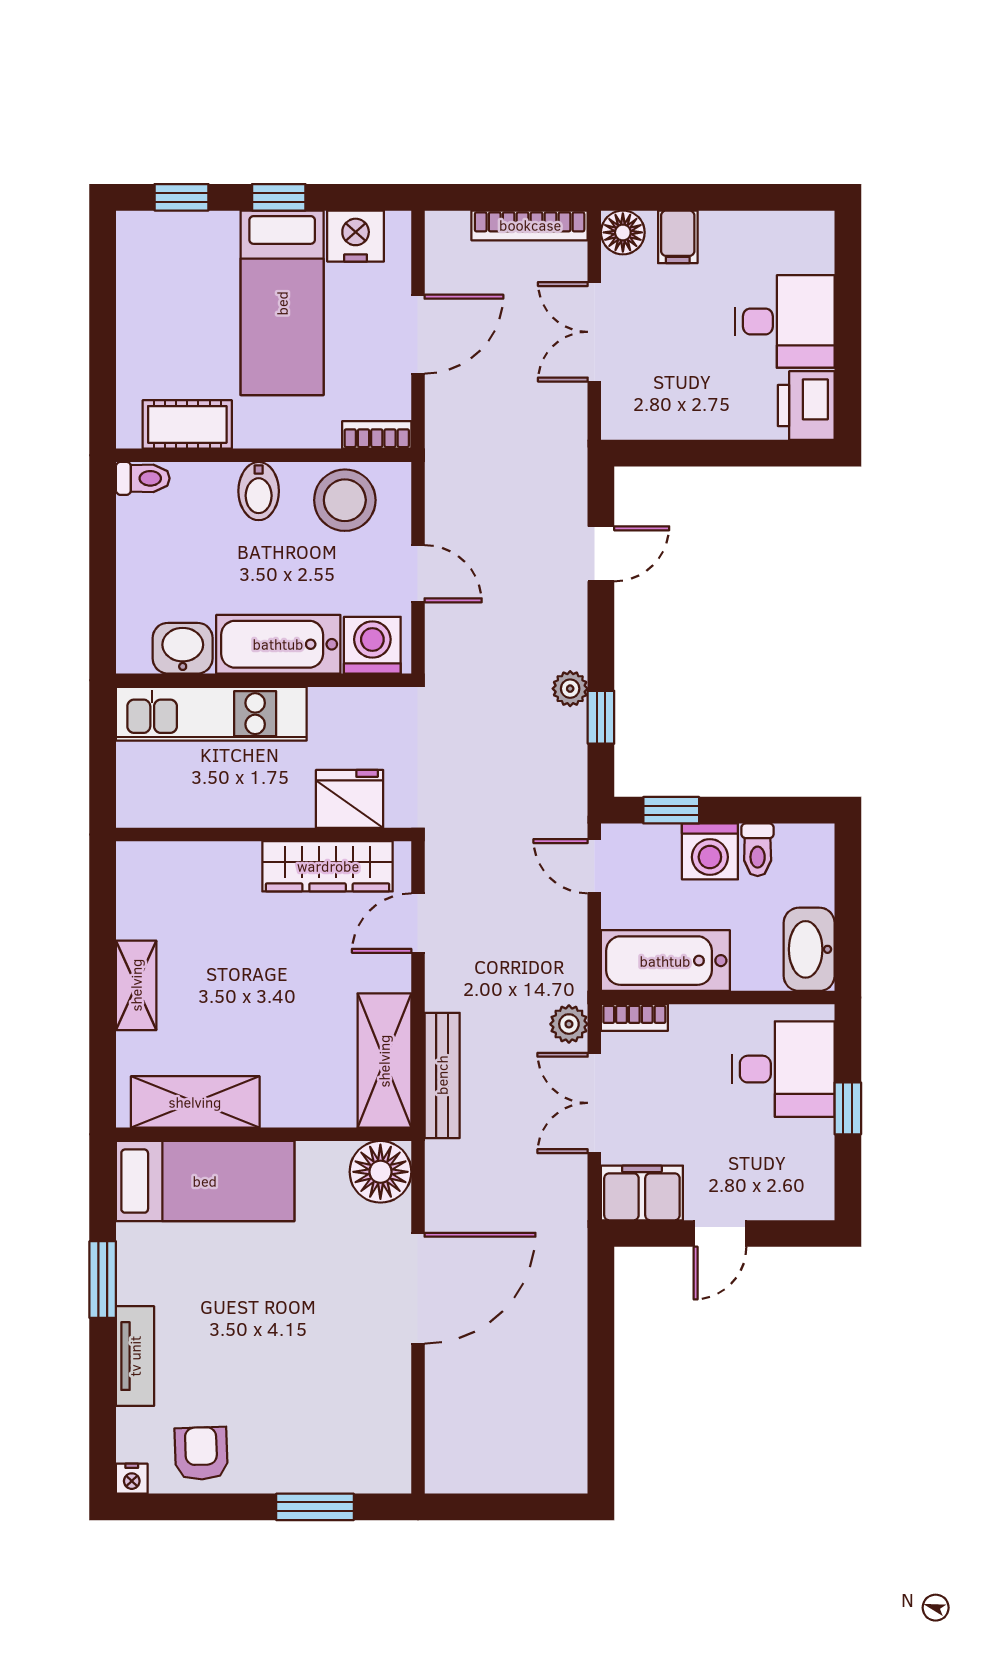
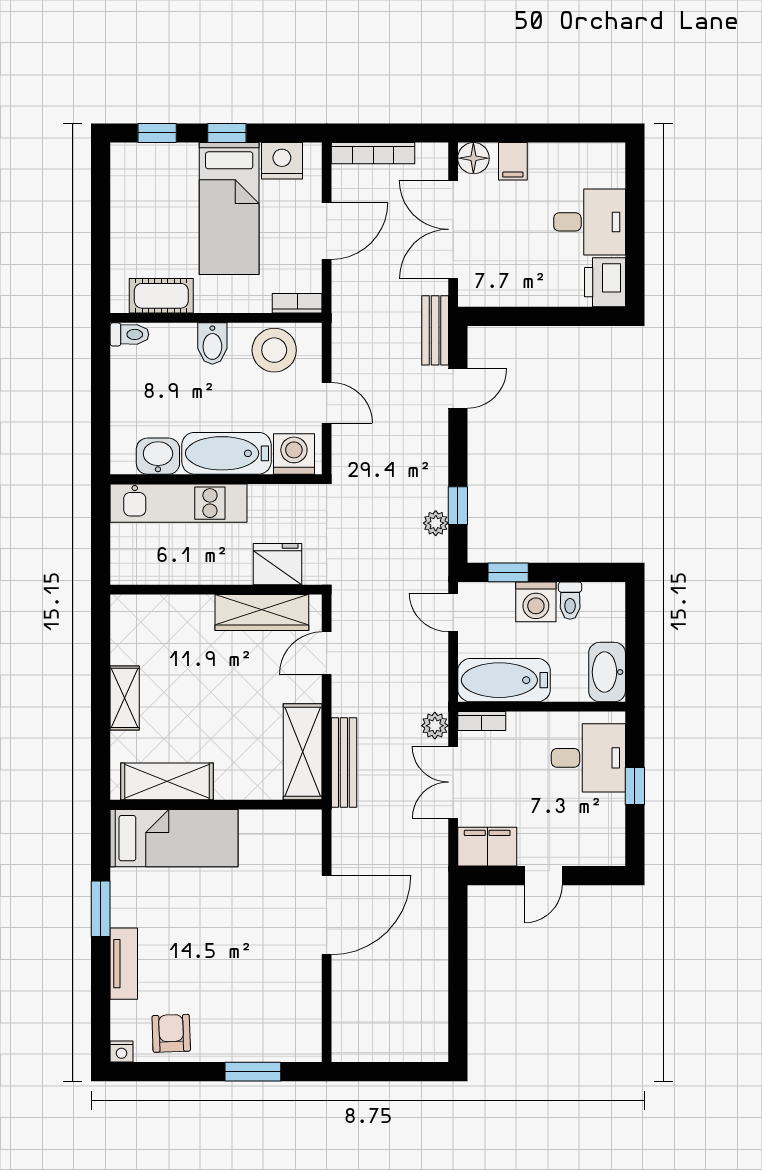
bookcase: (530, 225) -> (373, 153), moved
double door: (594, 332) -> (453, 229), width x1.37
bench: (569, 473) -> (435, 330), added
plant: (570, 689) -> (436, 523), moved
floor lamp: (380, 1172) -> (300, 831), removed

